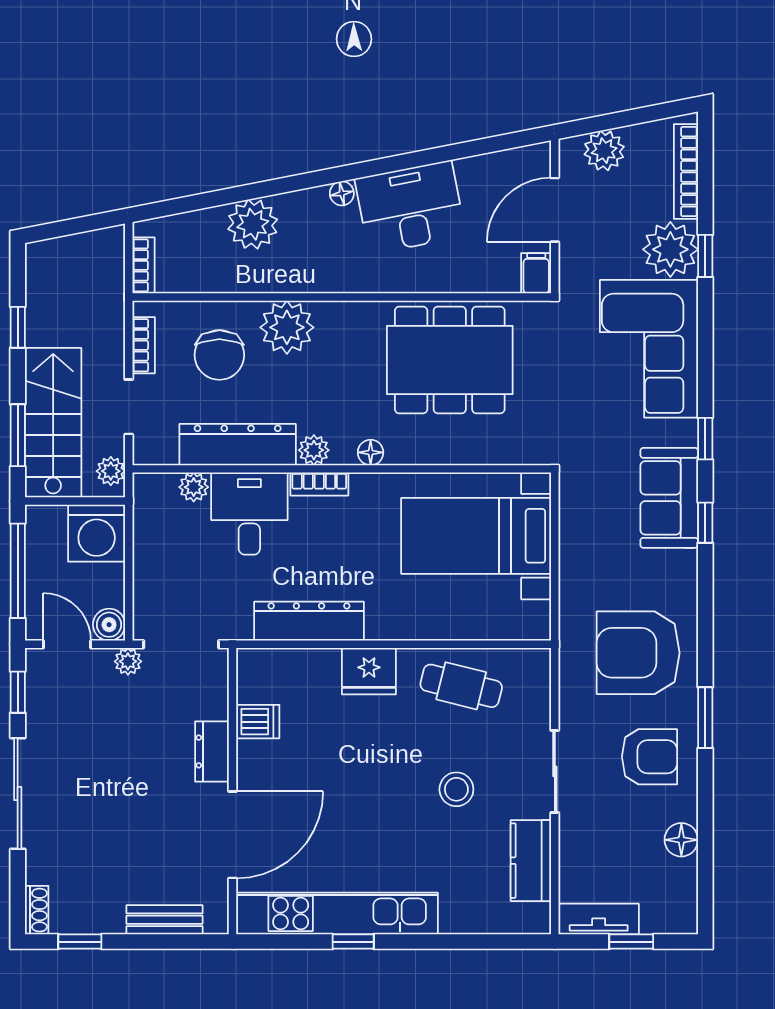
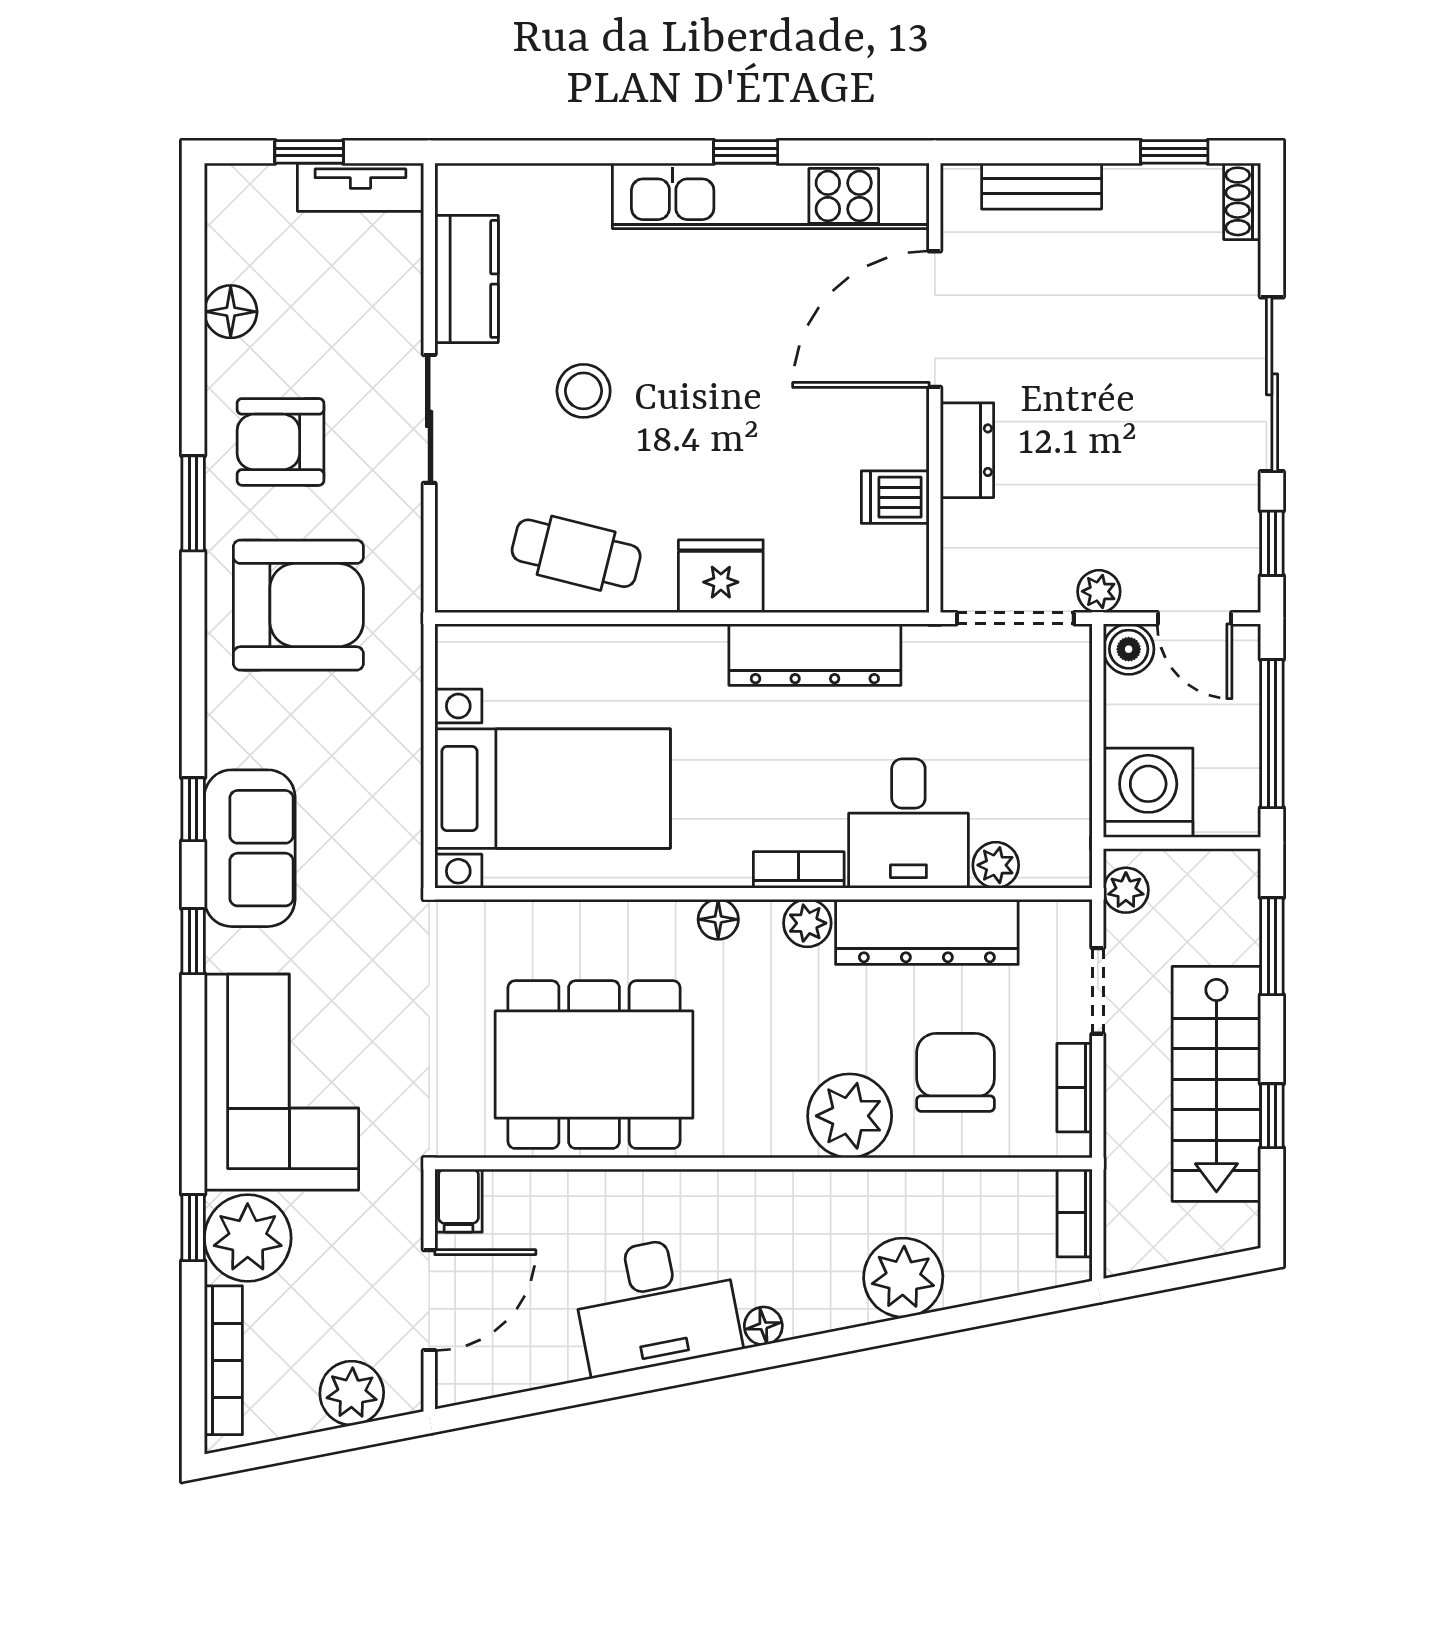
stairs: (53, 423) -> (1216, 1084), moved

